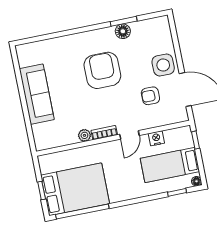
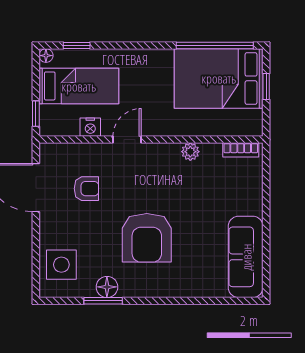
side table: (163, 65) -> (61, 265), moved
sofa: (37, 94) -> (246, 257), moved
bookcase: (104, 133) -> (241, 150), moved

